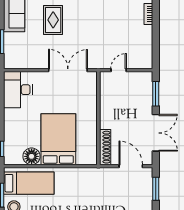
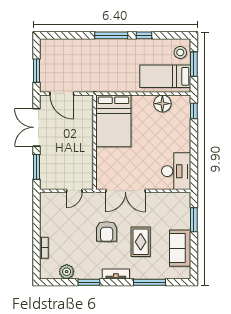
armchair: (87, 30) -> (107, 232), added
bed: (58, 139) -> (113, 121), moved
shoe rack: (105, 147) -> (88, 113), removed

